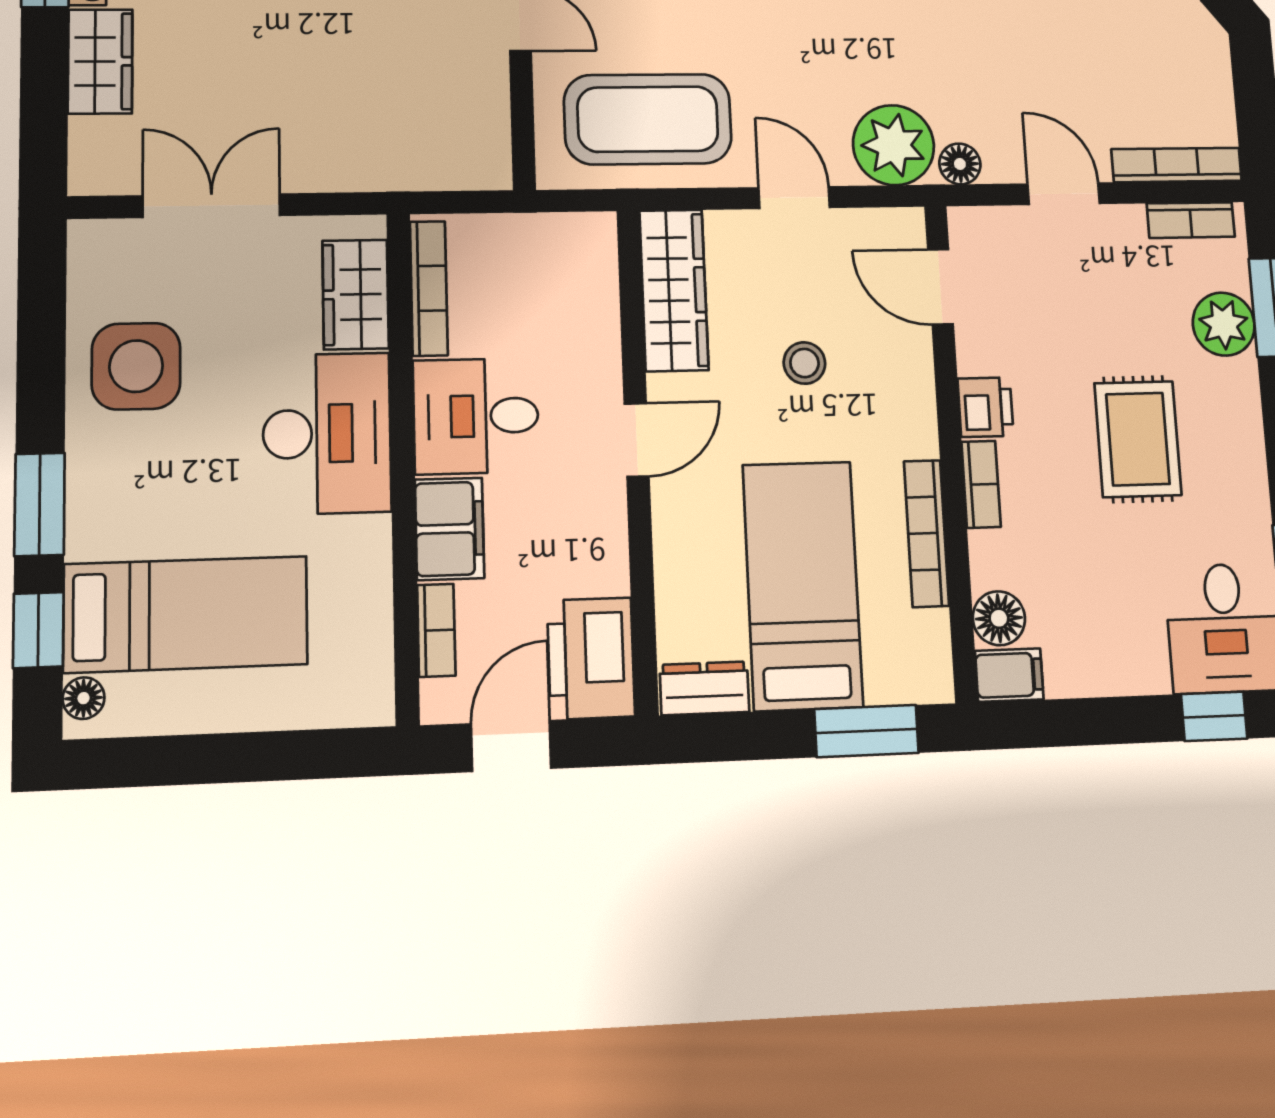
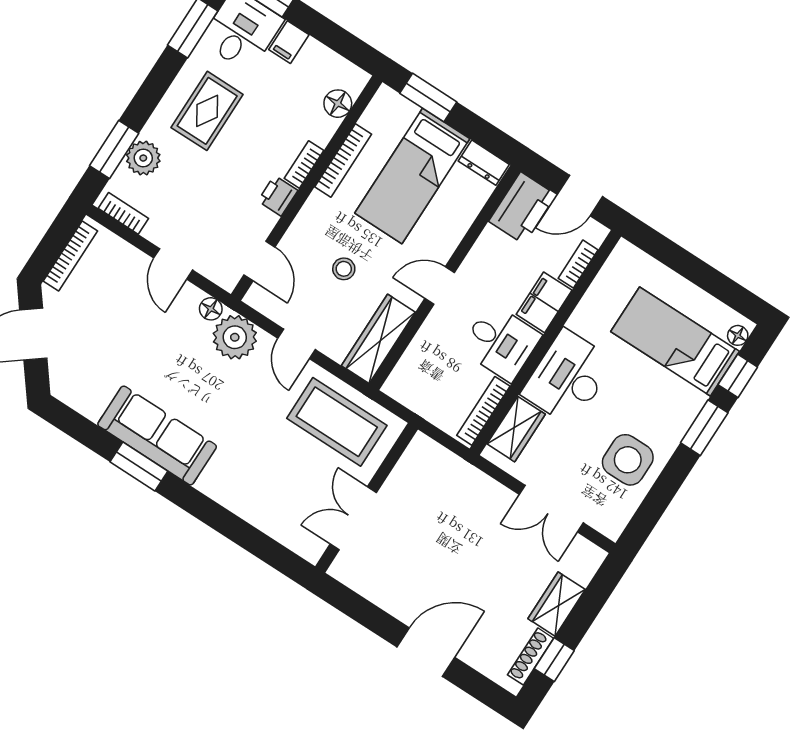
bookcase: (1177, 165) -> (70, 256), moved, turned -90
rug: (1138, 439) -> (207, 111), moved
filing cabinet: (1009, 675) -> (289, 42), moved, turned -90

